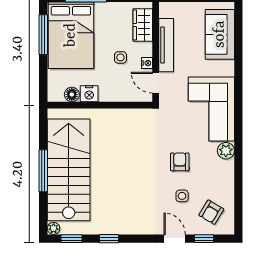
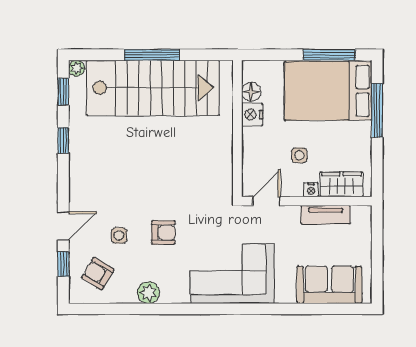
tv unit: (166, 45) -> (326, 215), width x0.71
nightstand: (147, 63) -> (311, 190), moved
plant: (226, 151) -> (148, 293), moved

